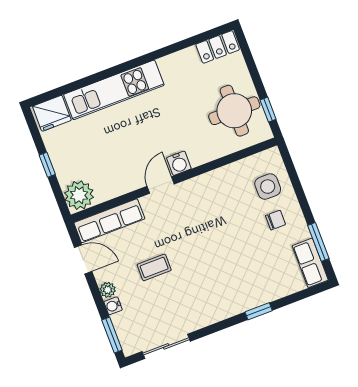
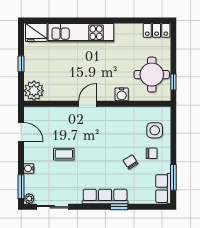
water cooler: (179, 163) -> (122, 94), moved
row of seats: (109, 221) -> (105, 196), moved, turned 180
chair: (251, 243) -> (131, 162), added
plant: (108, 290) -> (29, 199), moved

